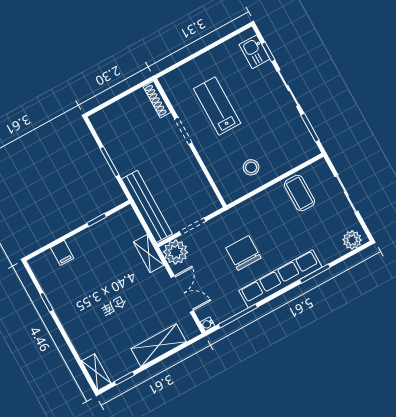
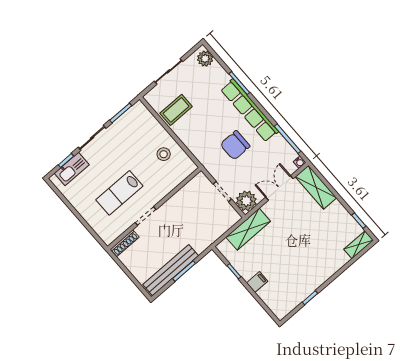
kitchen sink: (254, 52) -> (72, 169), width x1.38
bench: (147, 206) -> (171, 270), moved
filing cabinet: (62, 253) -> (257, 282), moved
shelving: (149, 254) -> (248, 229), width x1.50, depth x1.33
shelving: (159, 345) -> (316, 187), moved

